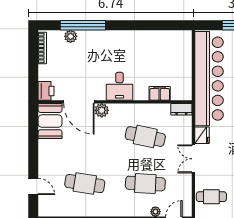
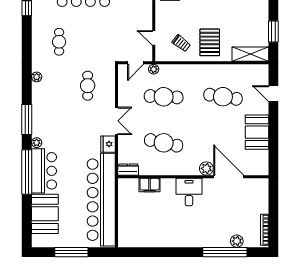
printer: (46, 91) -> (261, 188), removed
booth: (50, 121) -> (257, 132), moved
cafe table: (211, 197) -> (88, 86), moved, turned 90

